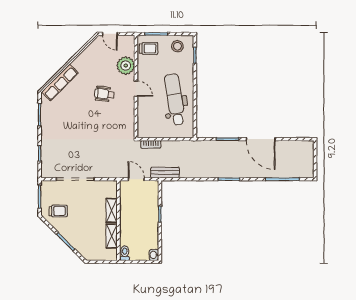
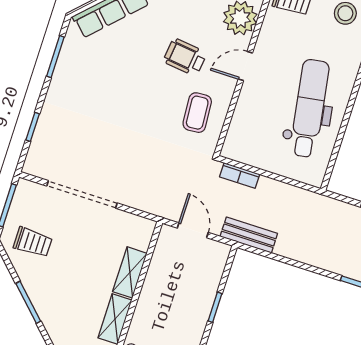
door: (136, 89) -> (245, 66), swing flipped
coffee table: (119, 120) -> (197, 113), added

